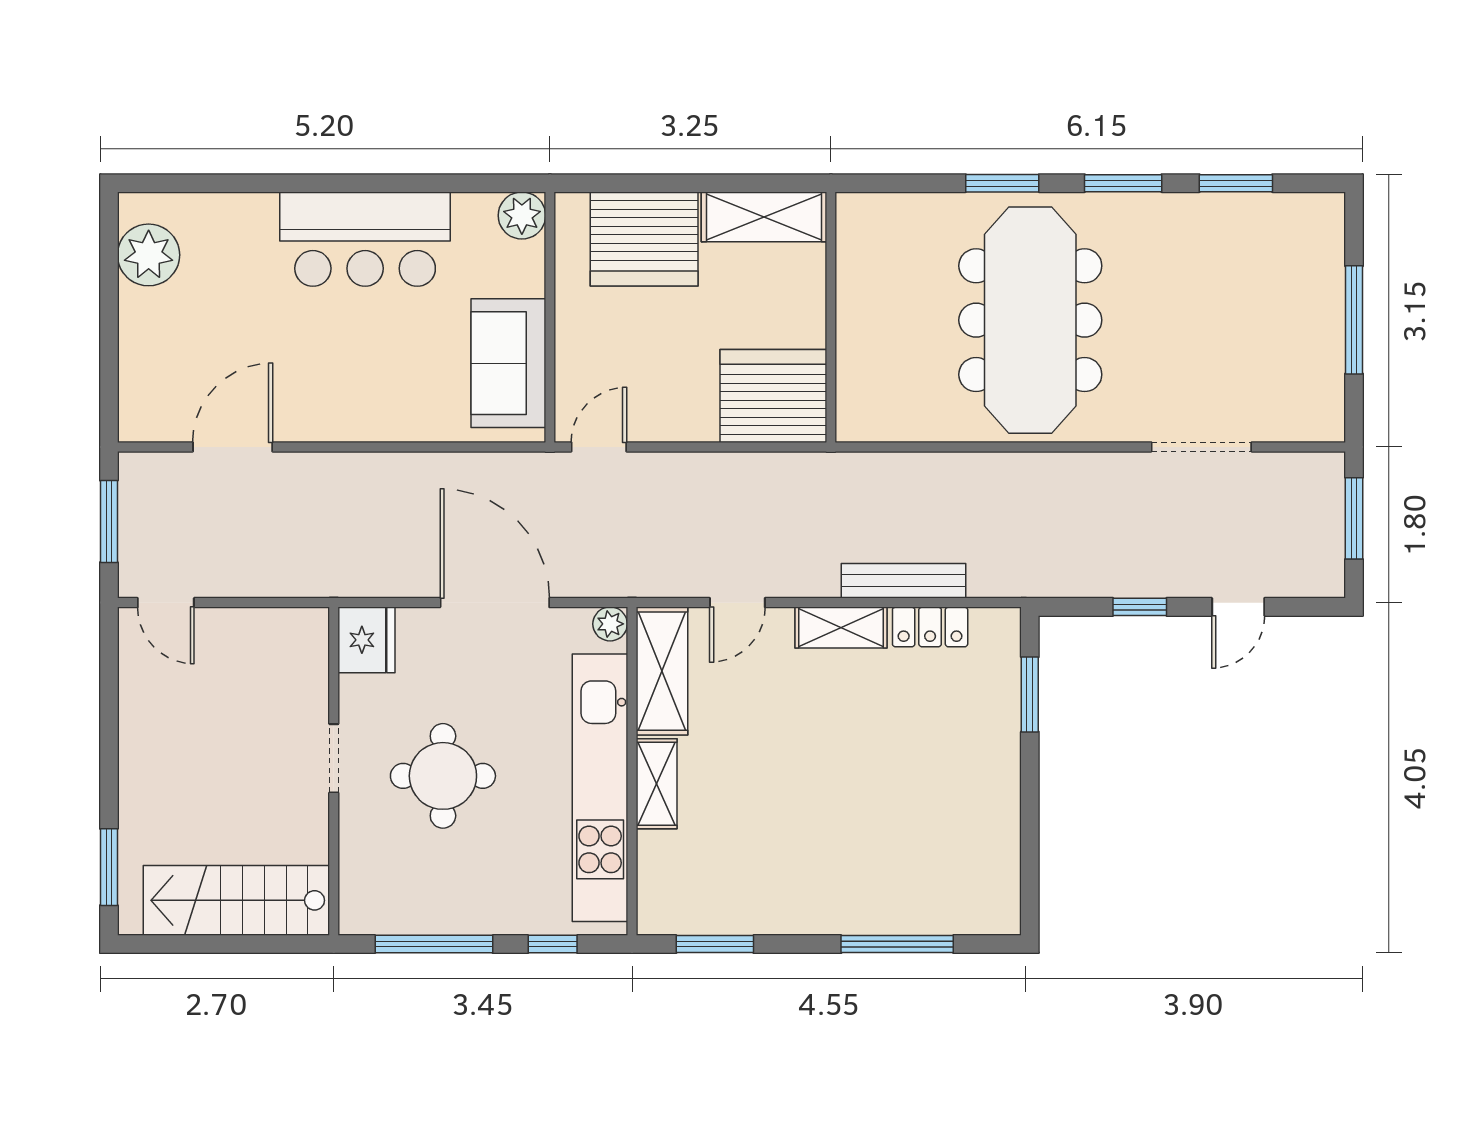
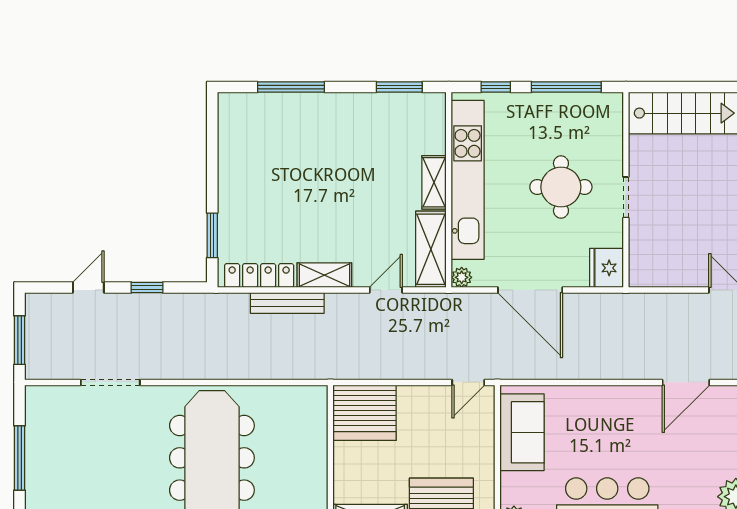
locker: (930, 627) -> (259, 276), width x1.53

